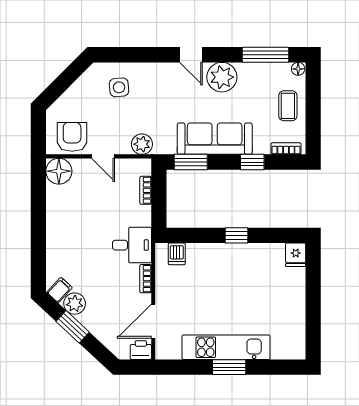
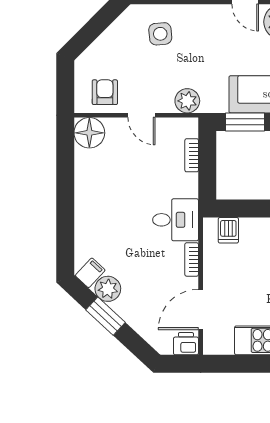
armchair: (72, 137) -> (105, 92), width x0.72, depth x0.72

